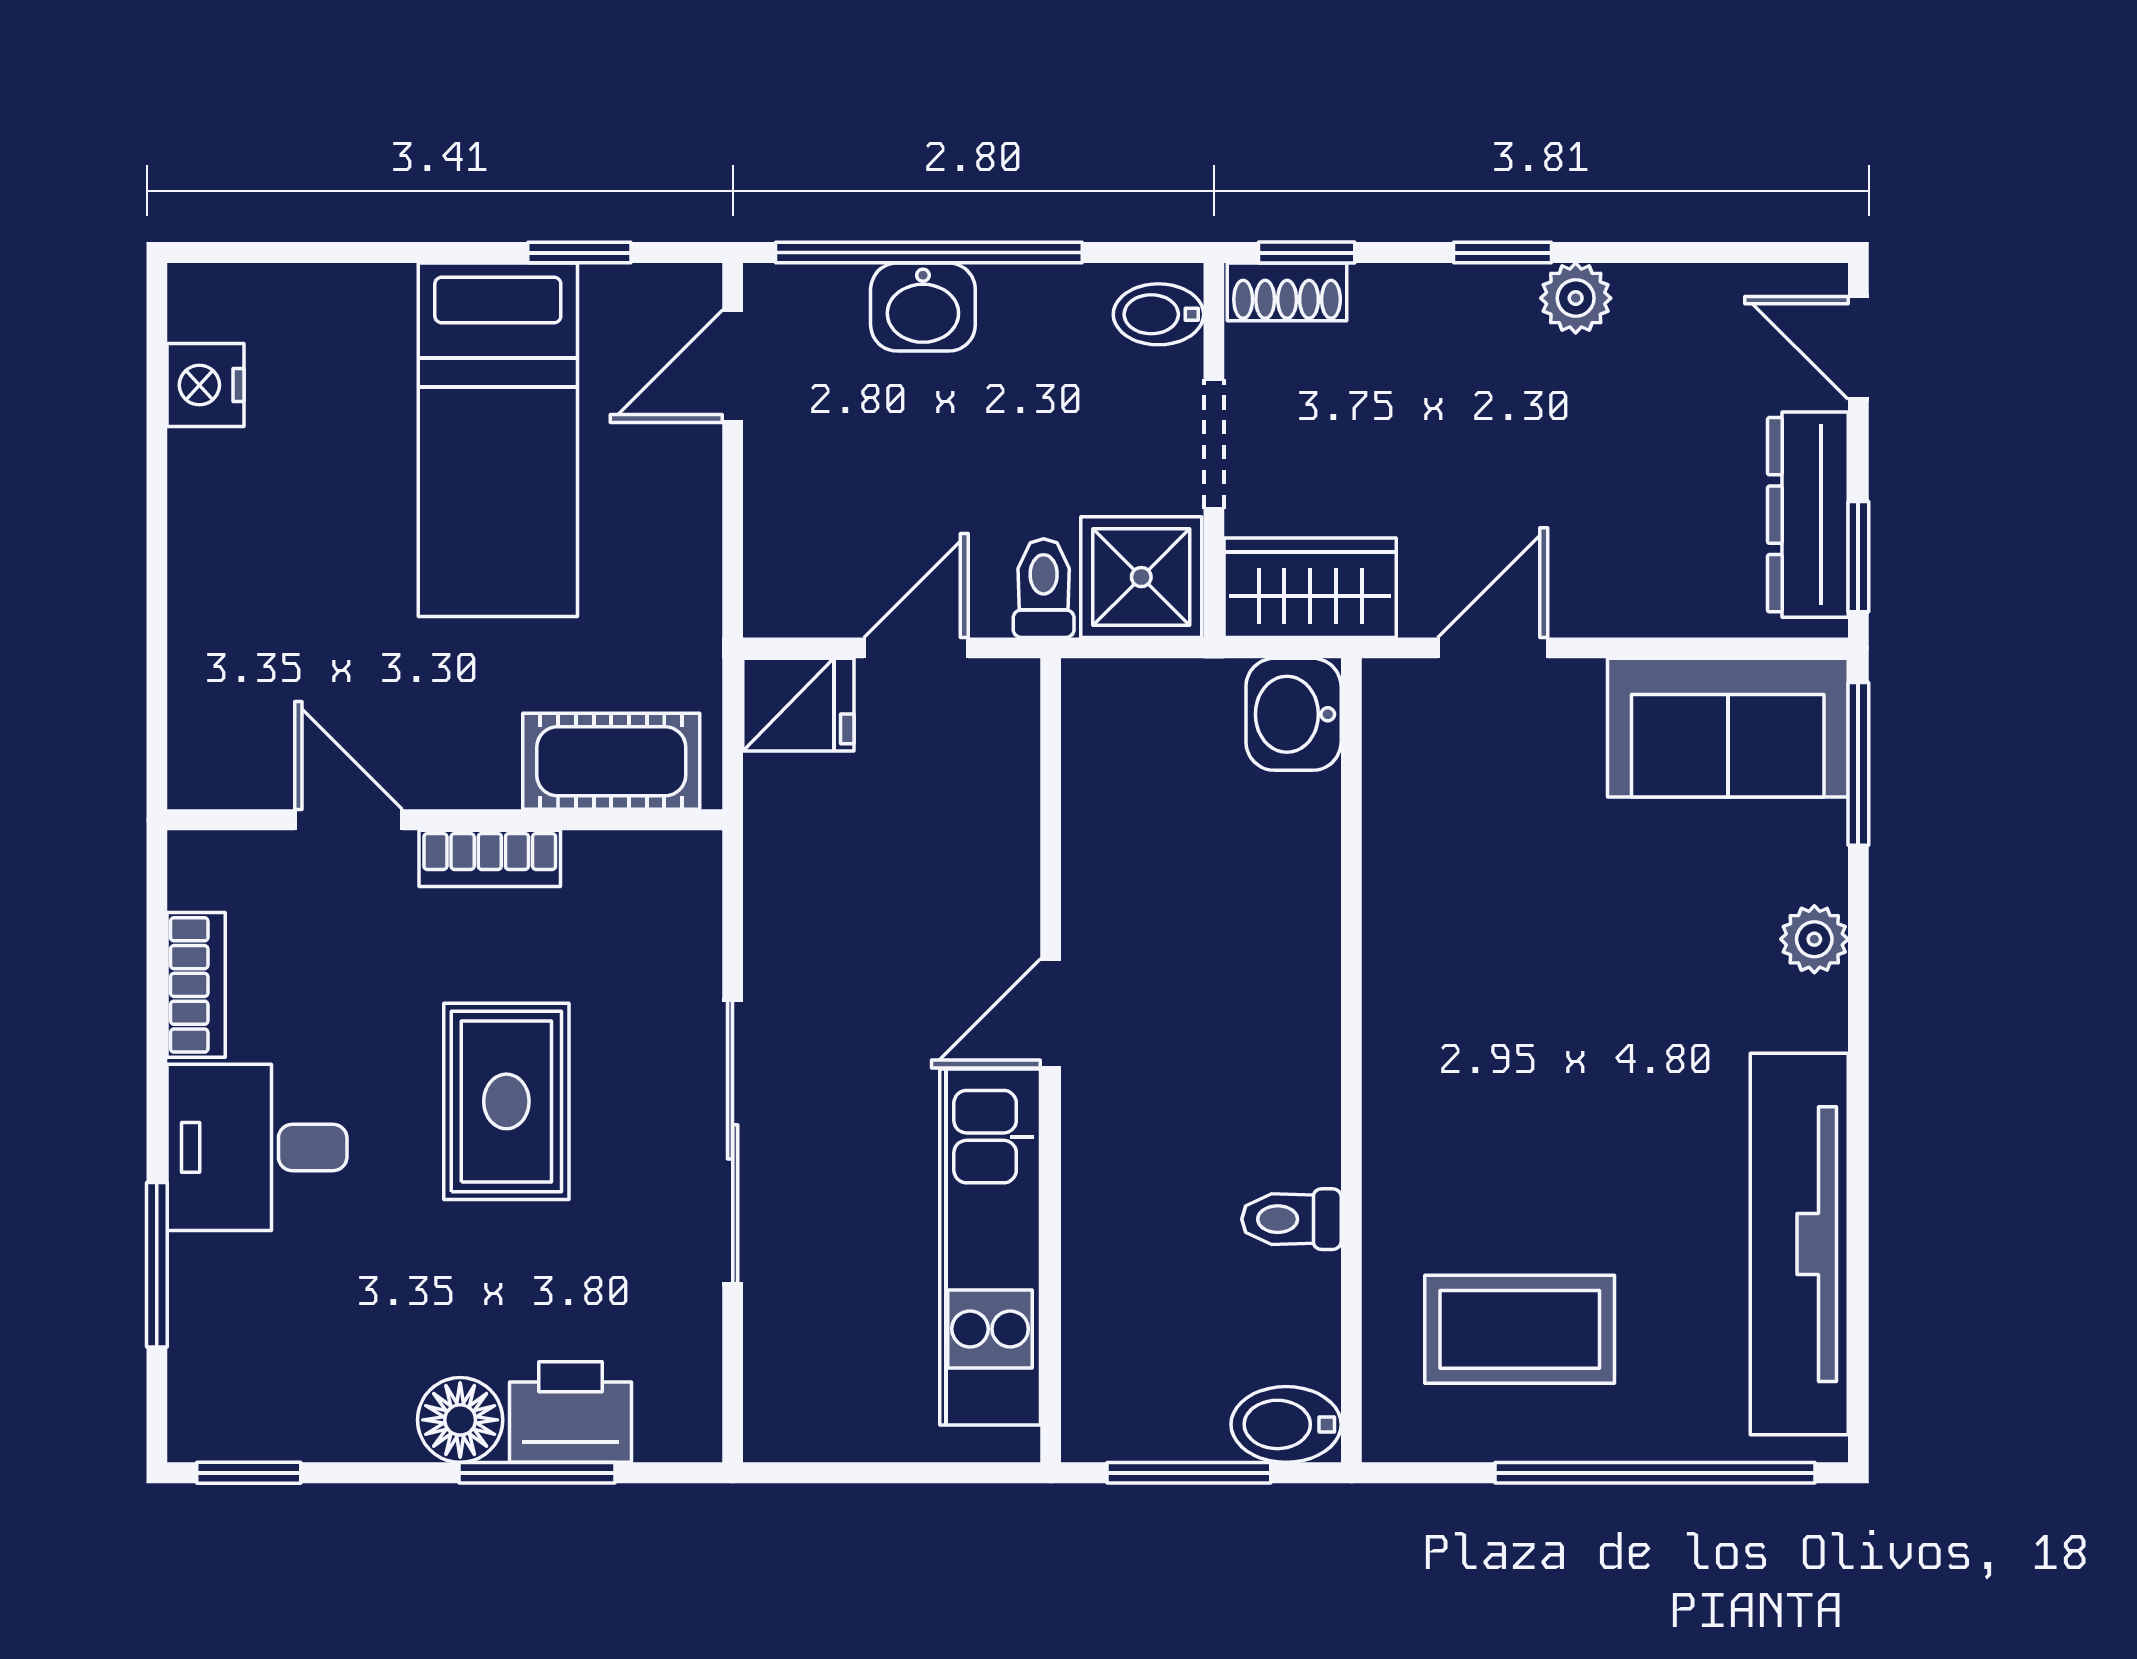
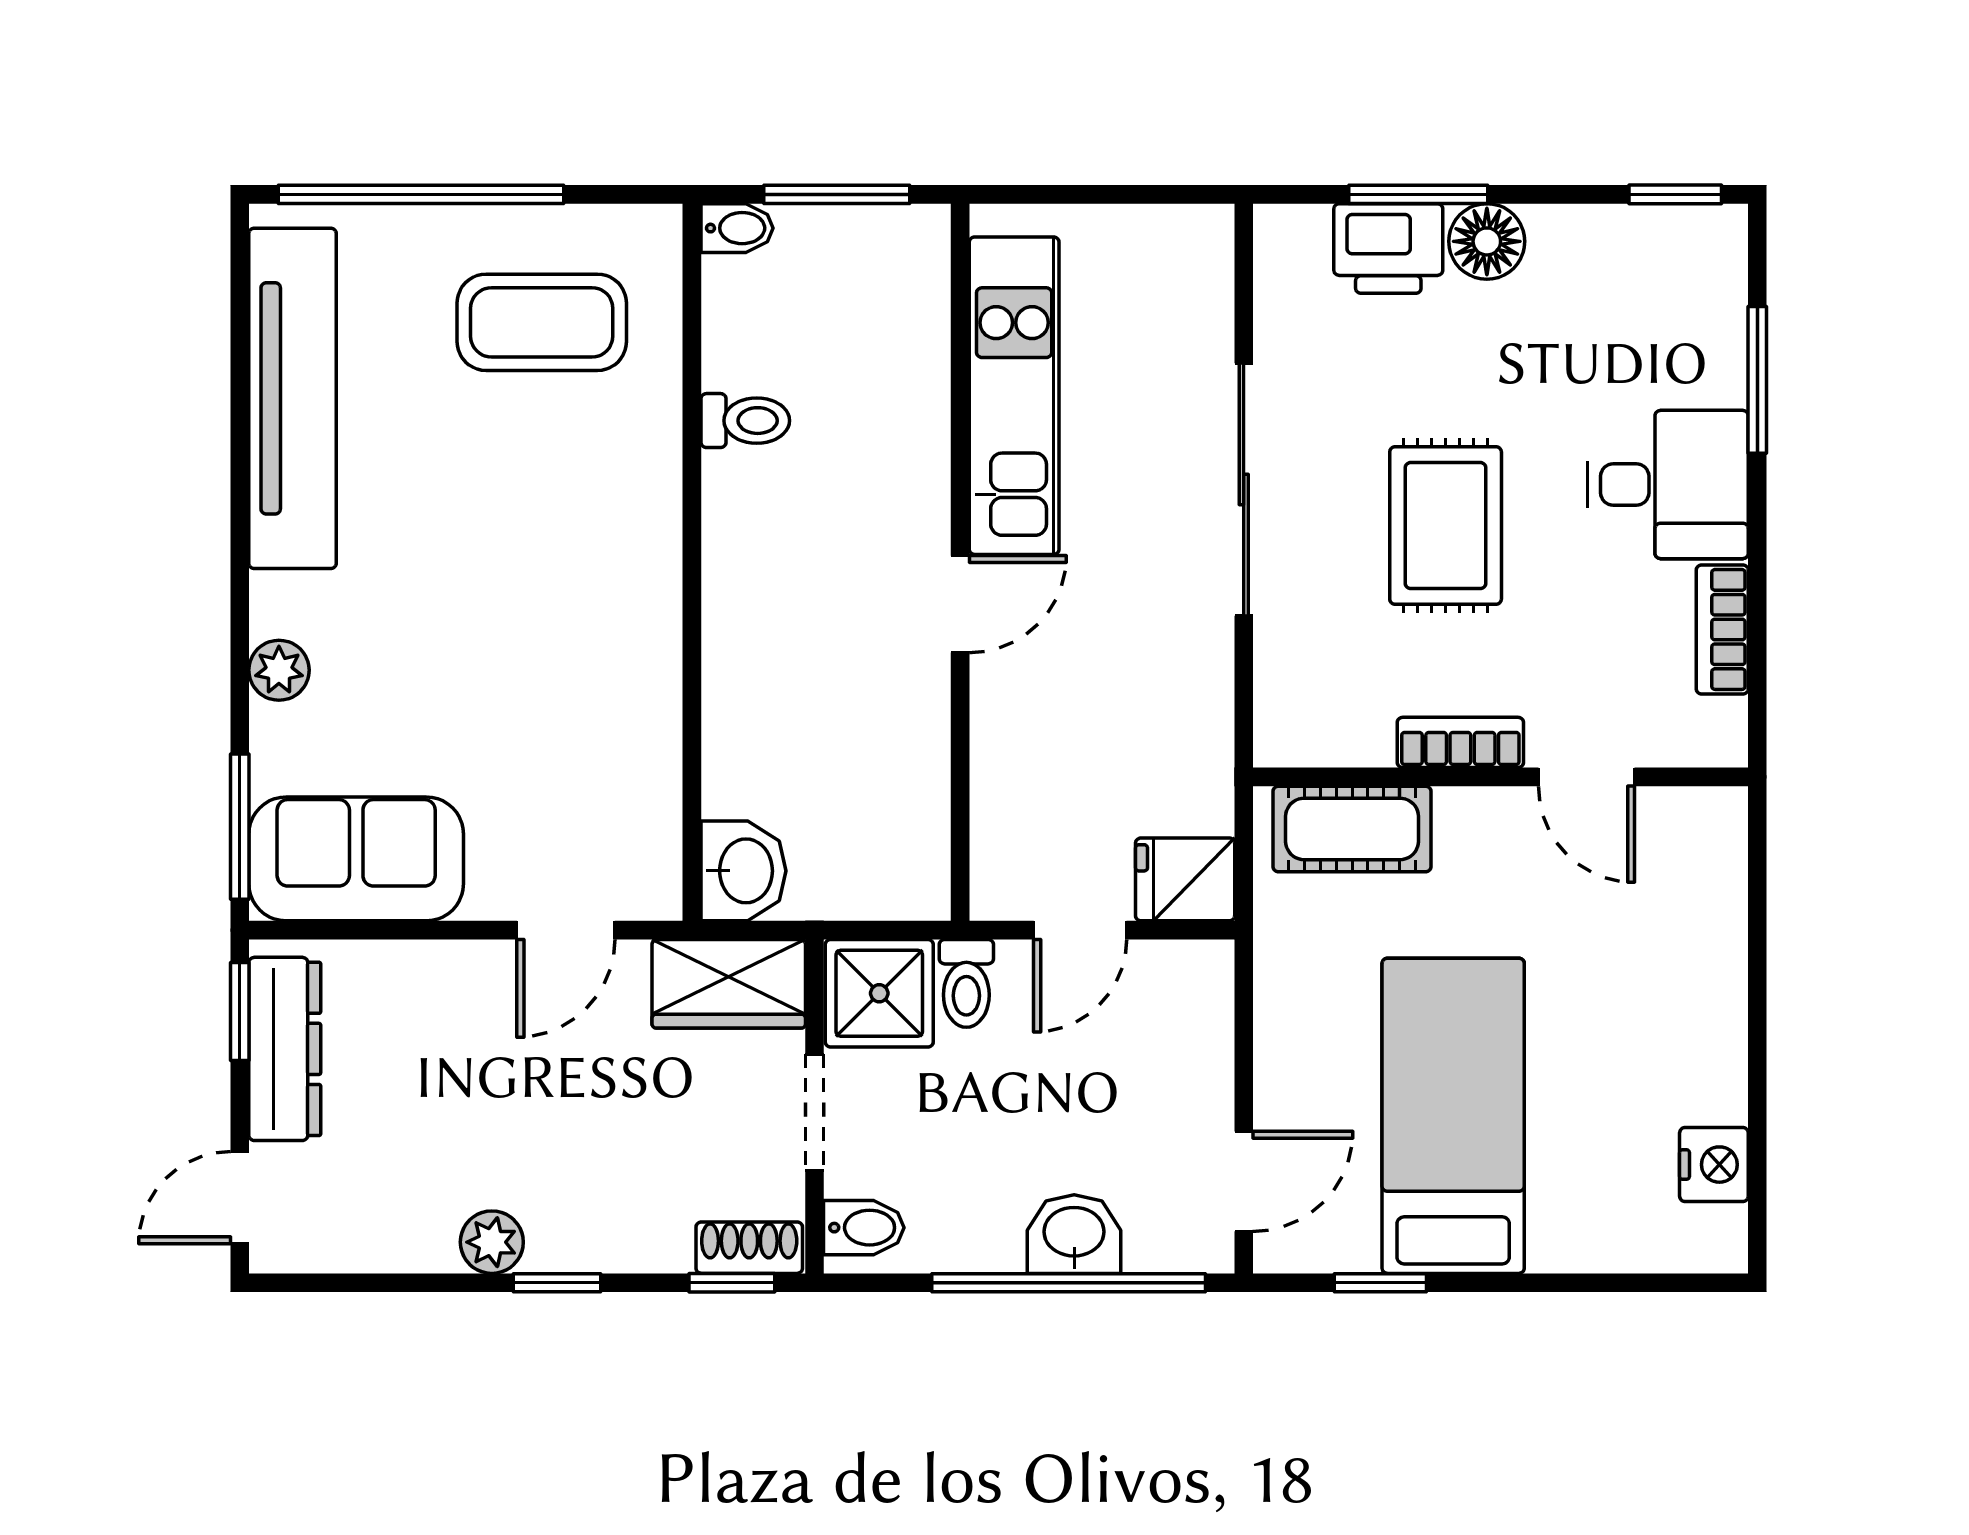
door: (1858, 348) -> (240, 1198), swing flipped
bidet: (1286, 1424) -> (737, 228), width x0.72, depth x0.74

